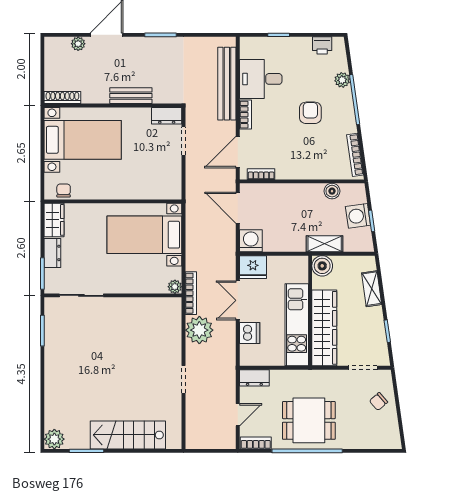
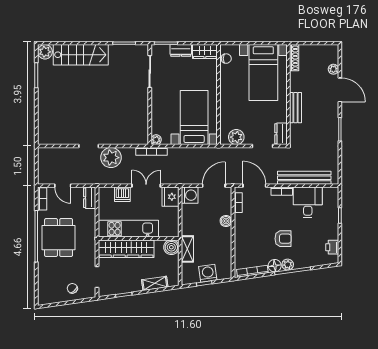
plant: (342, 80) -> (288, 265), moved
floor lamp: (347, 124) -> (275, 266), added
plant: (171, 177) -> (236, 137), added
boiler: (332, 191) -> (226, 221), moved
plant: (199, 330) -> (111, 158), moved
stairs: (128, 435) -> (81, 55), moved, turned 90

